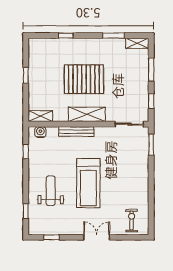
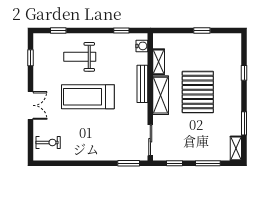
shelving: (40, 116) -> (159, 62), moved
weight bench: (51, 191) -> (80, 57), turned 180

